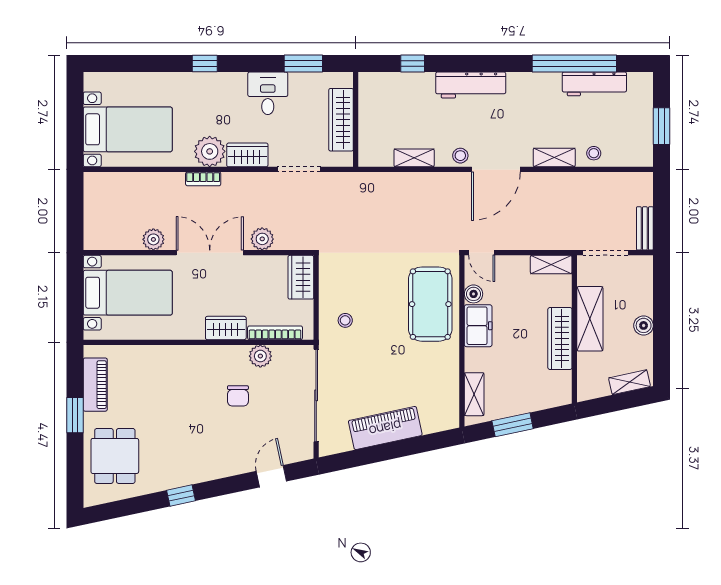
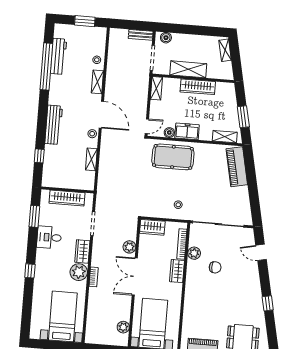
plant: (153, 239) -> (123, 327), moved
boiler: (644, 325) -> (166, 38), moved
piano: (385, 428) -> (237, 167), moved

